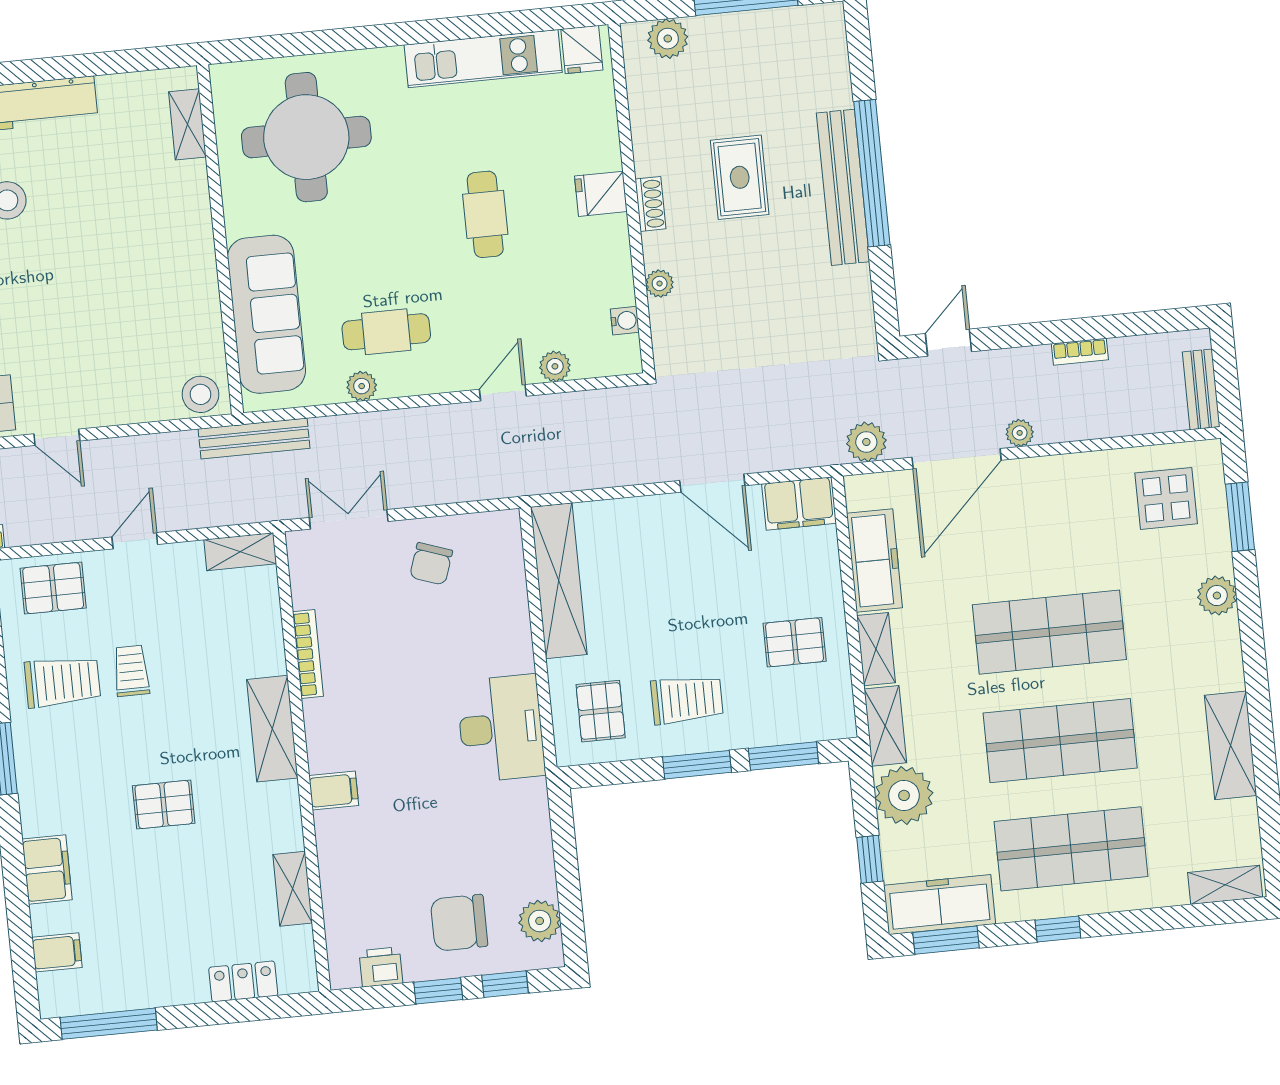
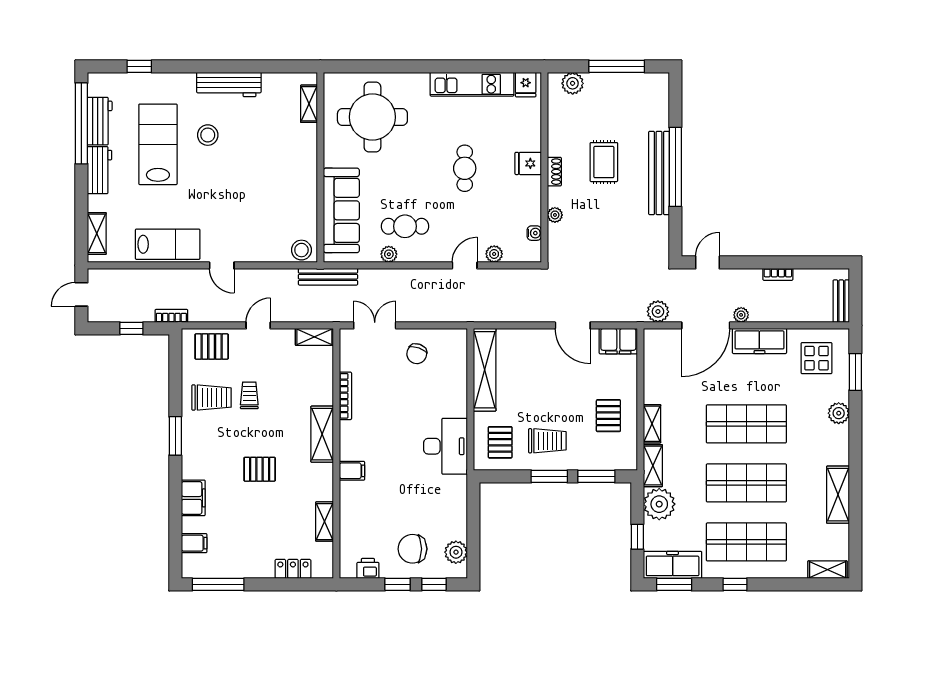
freezer: (874, 561) -> (759, 341), moved, turned 90
pallet: (795, 642) -> (608, 416), turned 90

